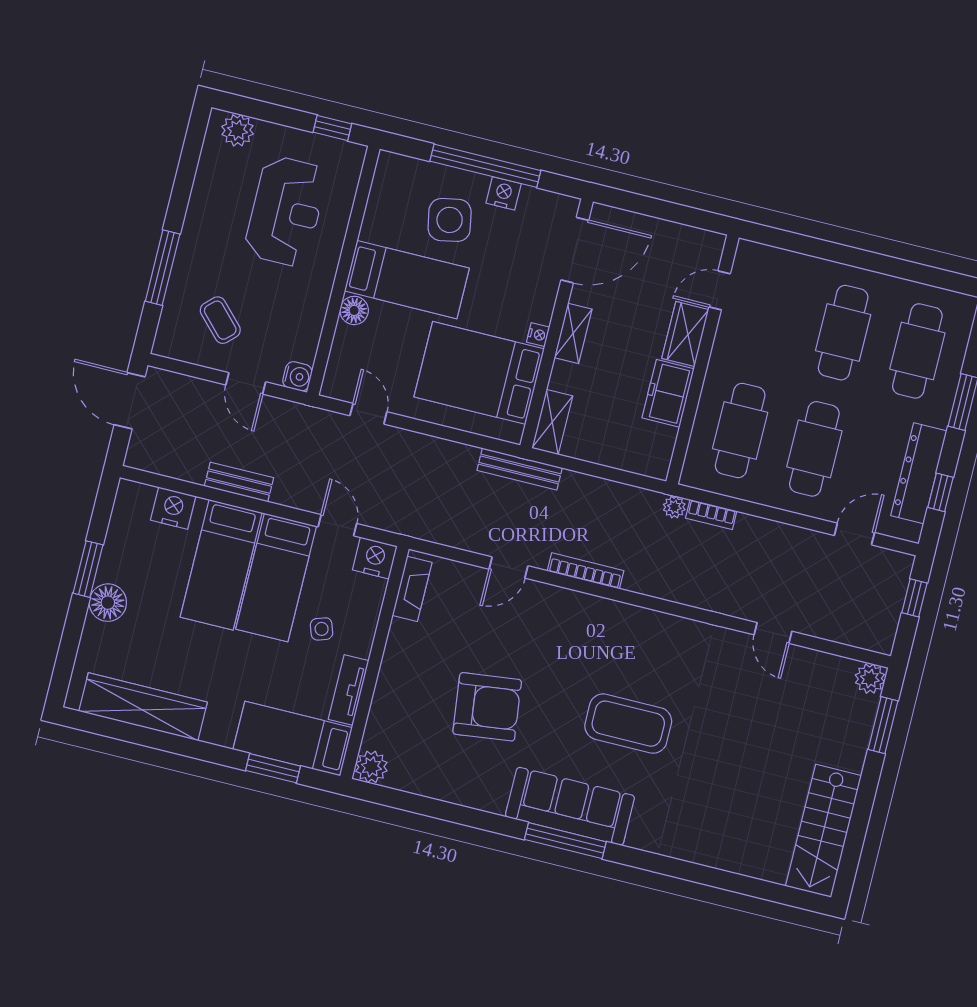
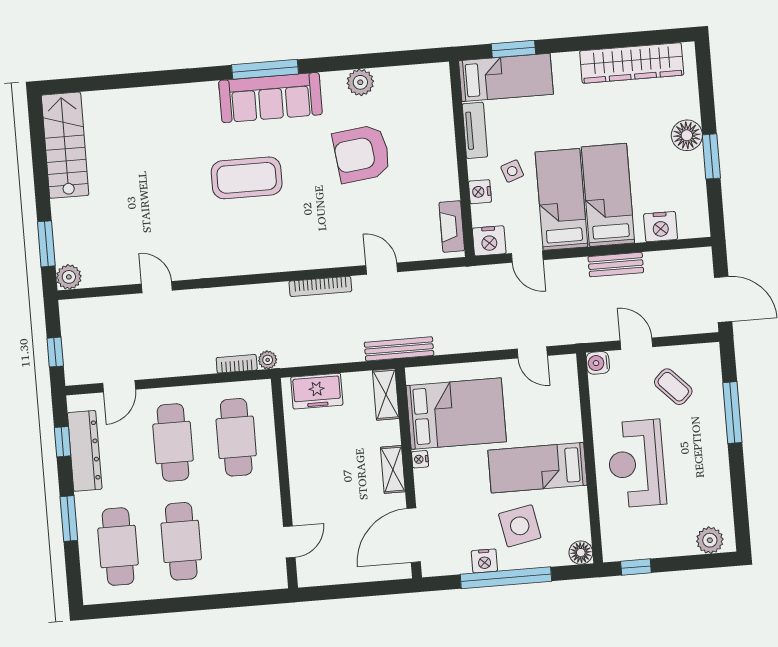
reception desk: (286, 211) -> (636, 464), moved
floor lamp: (354, 310) -> (581, 553), moved
wardrobe: (685, 334) -> (305, 499), removed
freezer: (668, 393) -> (317, 391), moved, turned 90
door: (508, 568) -> (382, 269), hinge flipped
nightstand: (366, 618) -> (480, 192), added
plant: (371, 767) -> (360, 82), moved

